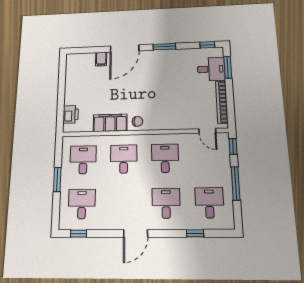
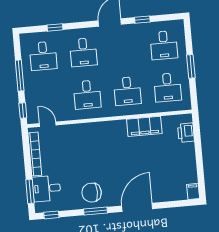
filing cabinet: (101, 59) -> (193, 191), moved
chair: (137, 121) -> (92, 193), moved, width x1.87, depth x1.87
window: (79, 234) -> (142, 20), moved

